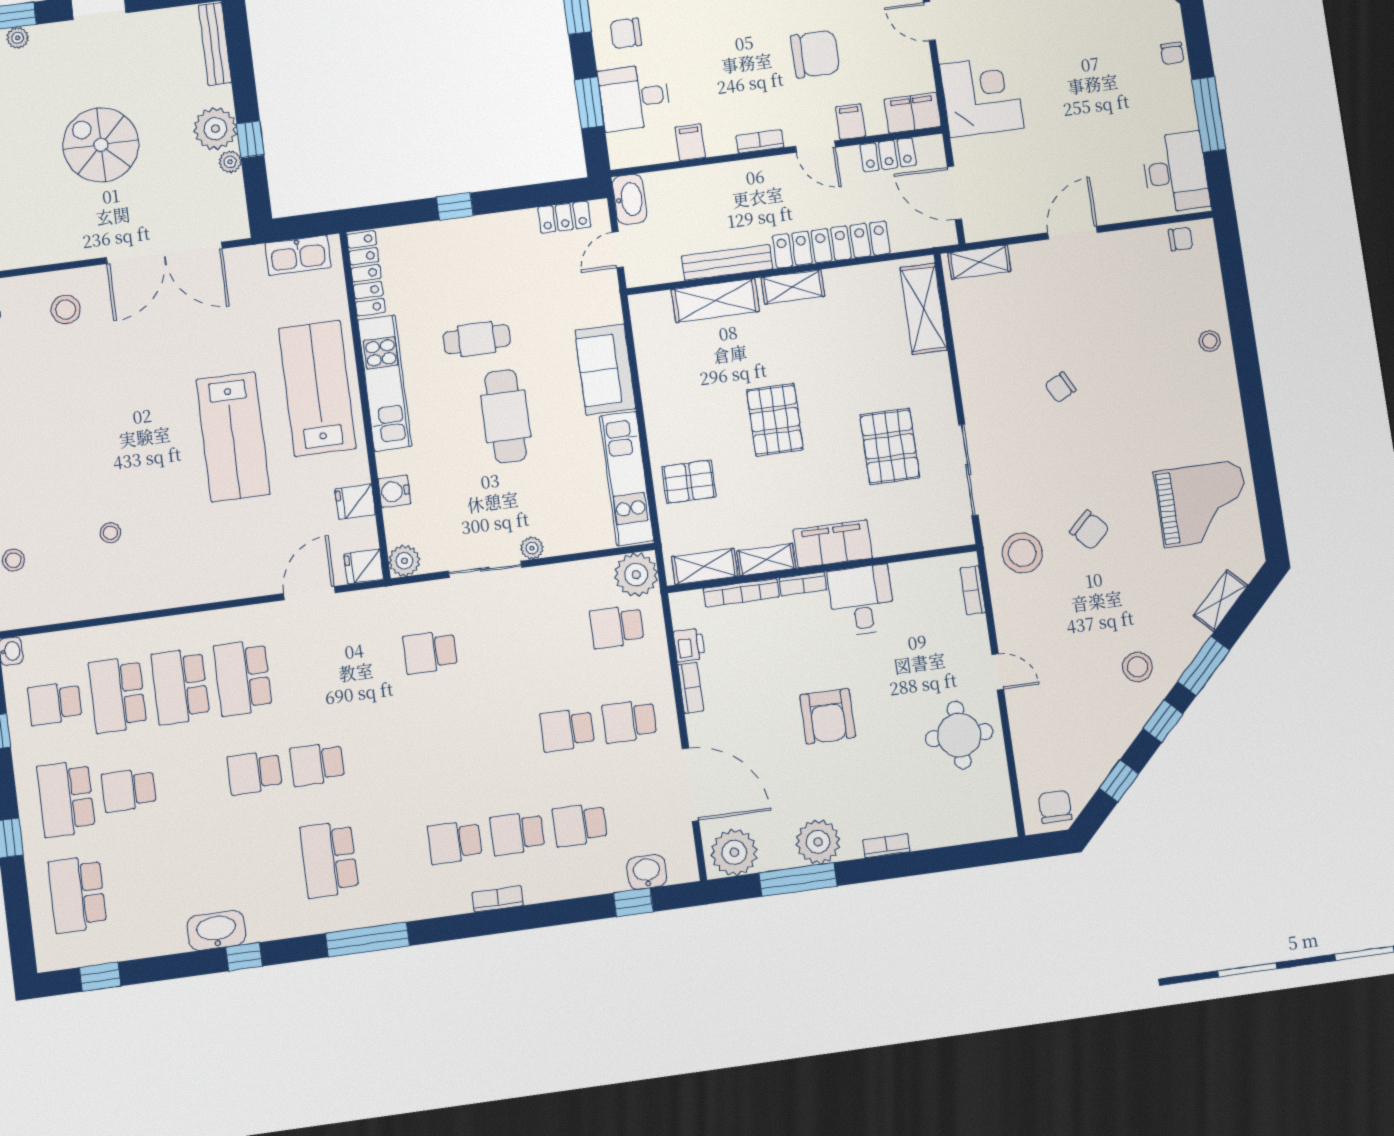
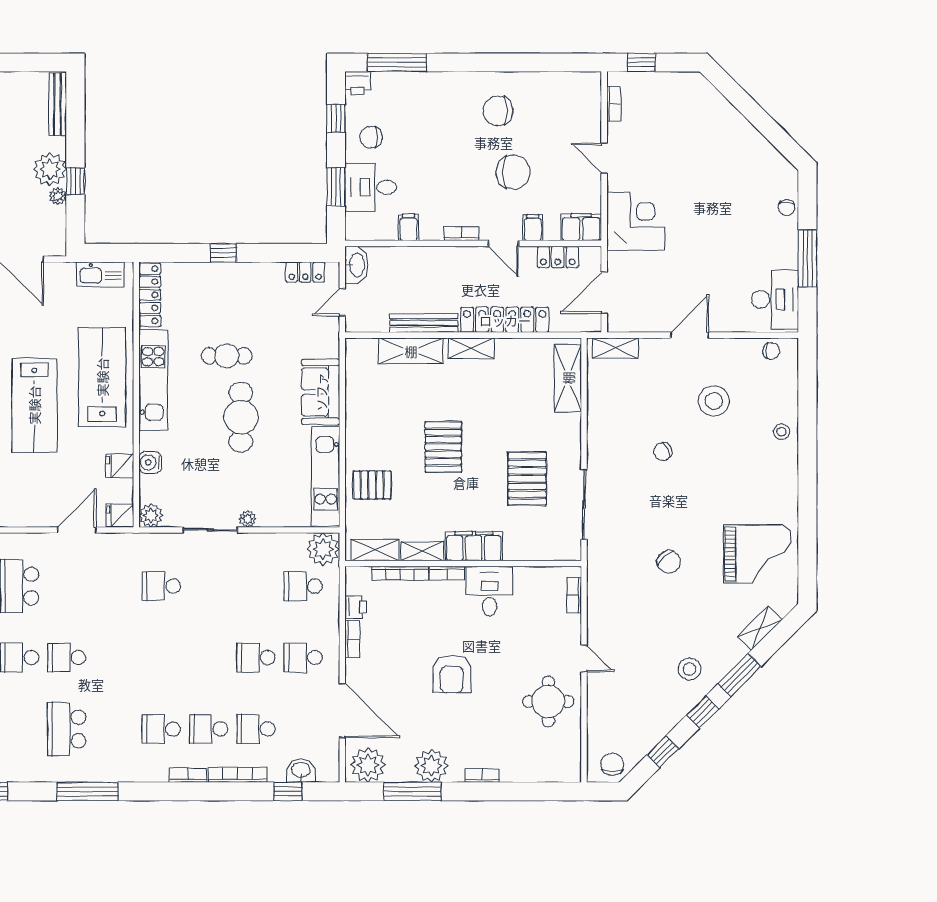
door: (955, 193) -> (604, 293), hinge flipped
stool: (1022, 553) -> (714, 401), moved
bookcase: (564, 890) -> (237, 775), added

